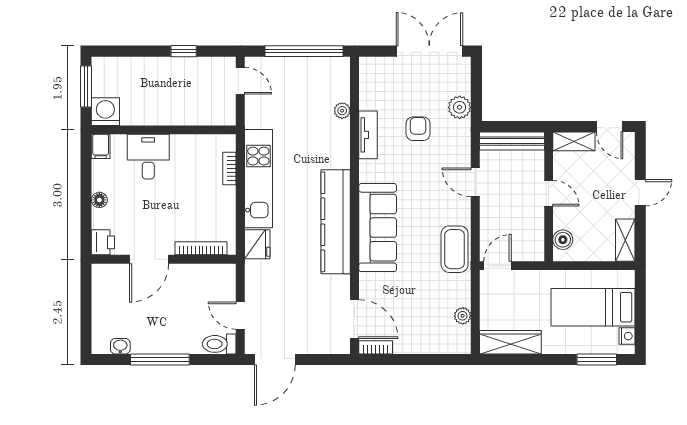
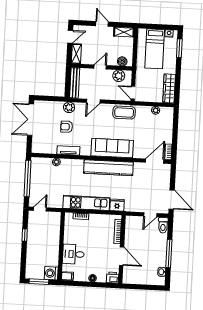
plant: (460, 107) -> (69, 107), moved
plant: (532, 234) -> (119, 76), added

